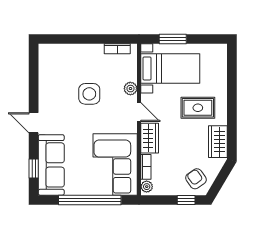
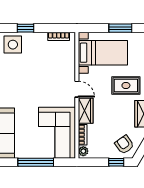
window: (77, 39) -> (25, 28), added
window: (173, 39) -> (120, 28), moved
plant: (130, 89) -> (70, 69), removed
side table: (89, 94) -> (13, 45), moved
window: (90, 200) -> (36, 162), width x0.68

